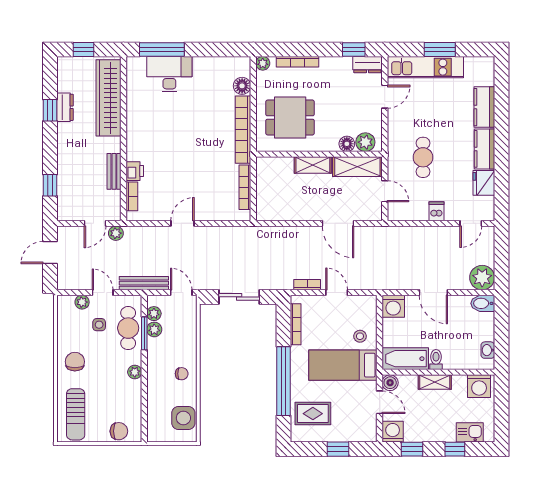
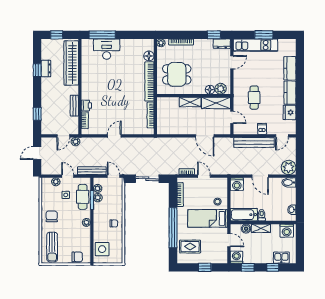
bench: (423, 235) -> (254, 142), added
boiler: (390, 383) -> (246, 229), moved
side table: (183, 418) -> (102, 249), moved

